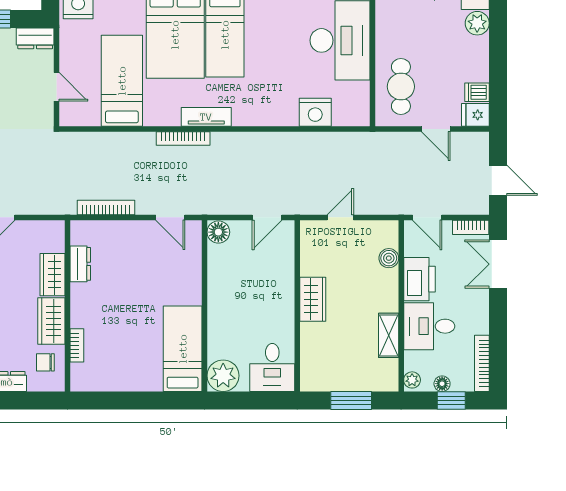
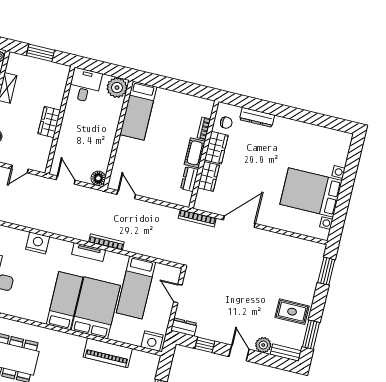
nightstand: (315, 112) -> (38, 243), moved
bookcase: (106, 207) -> (197, 218), moved
door: (267, 217) -> (66, 180), hinge flipped
cot: (82, 305) -> (195, 153), added

